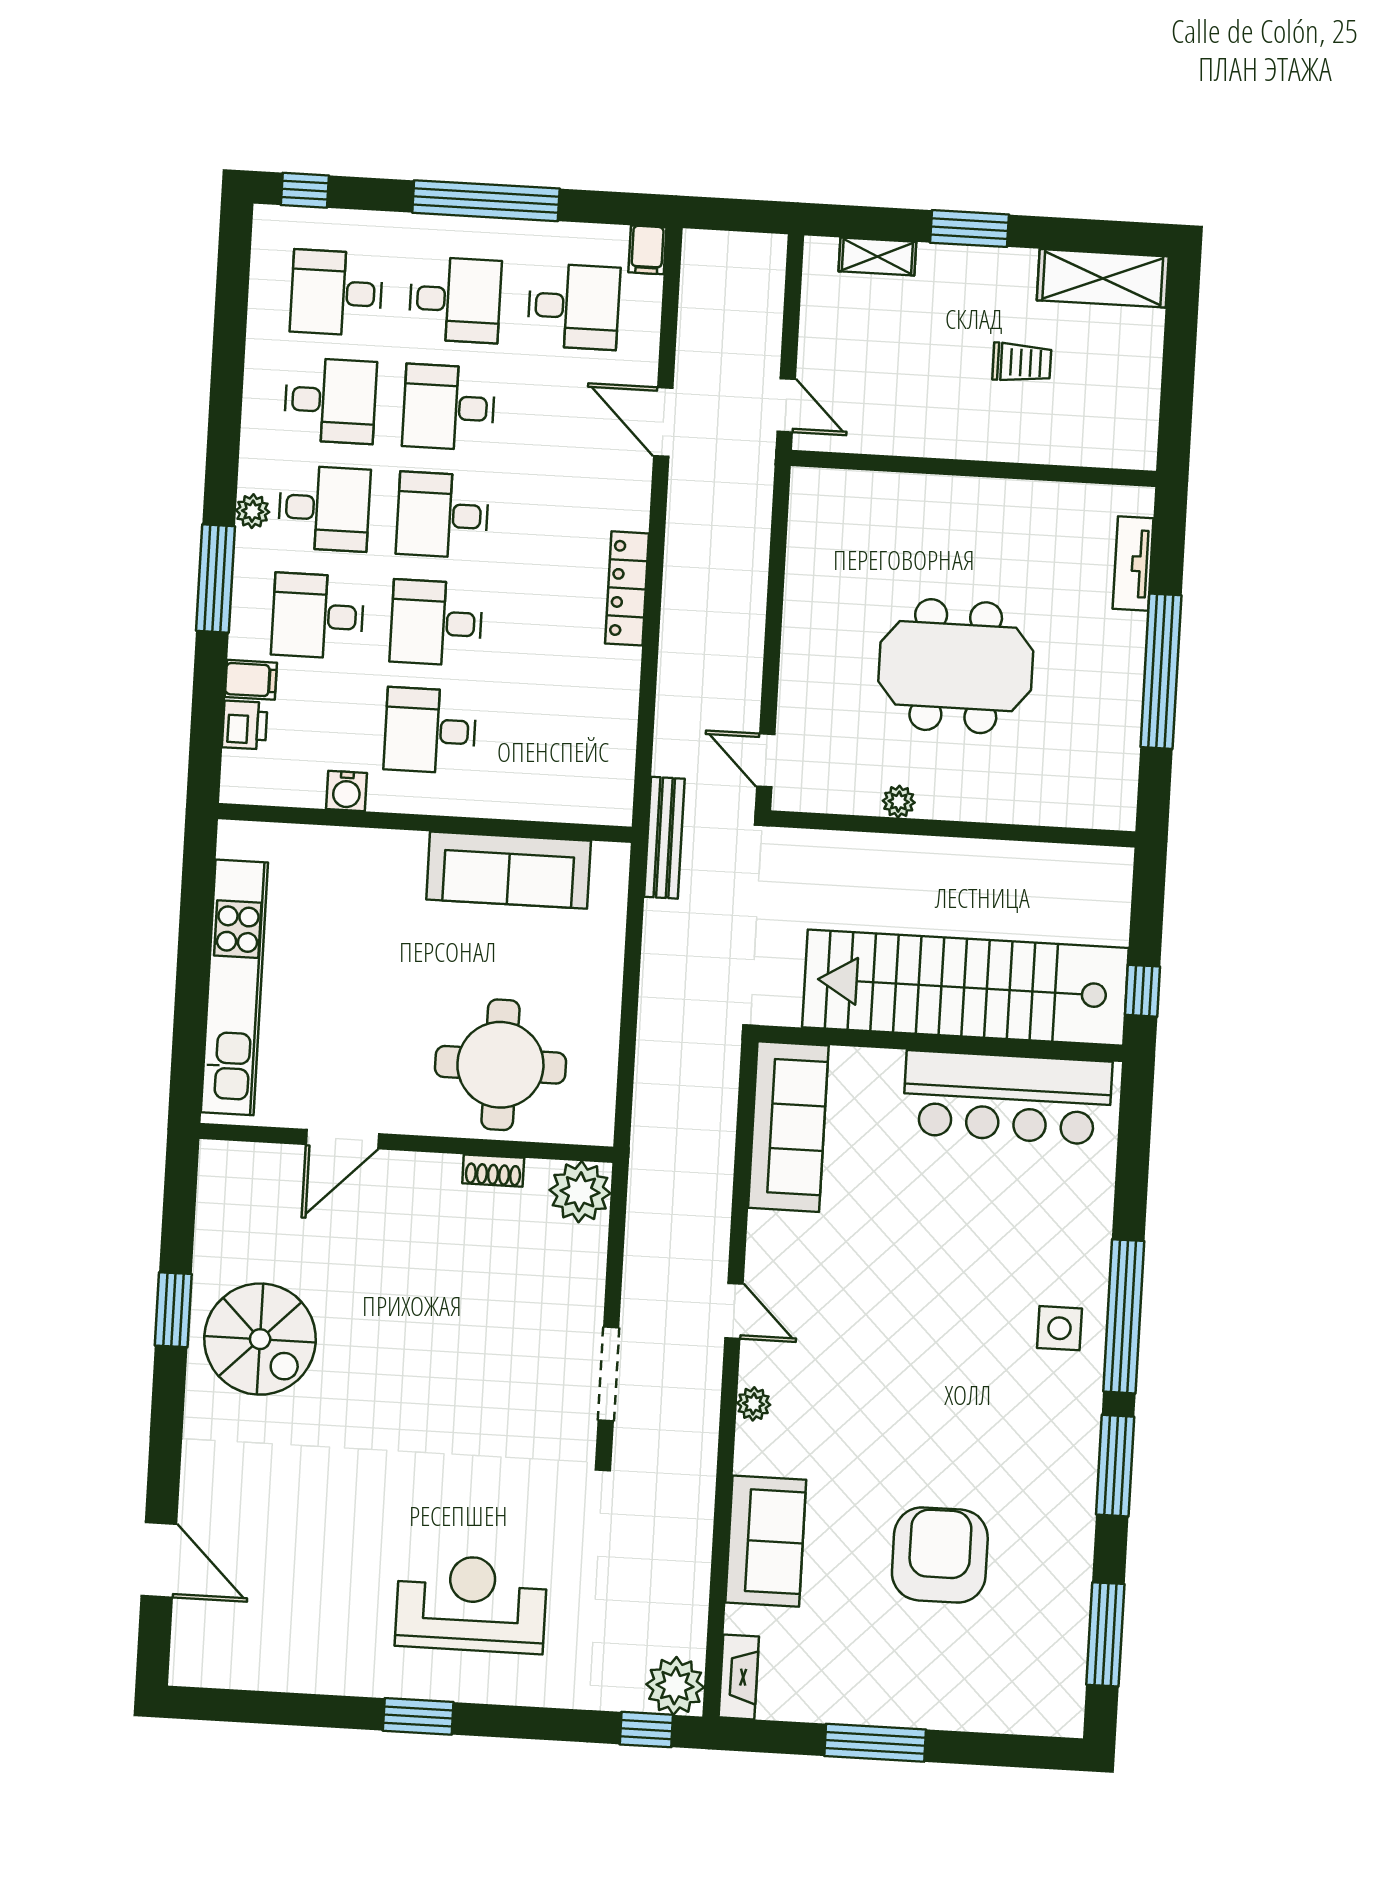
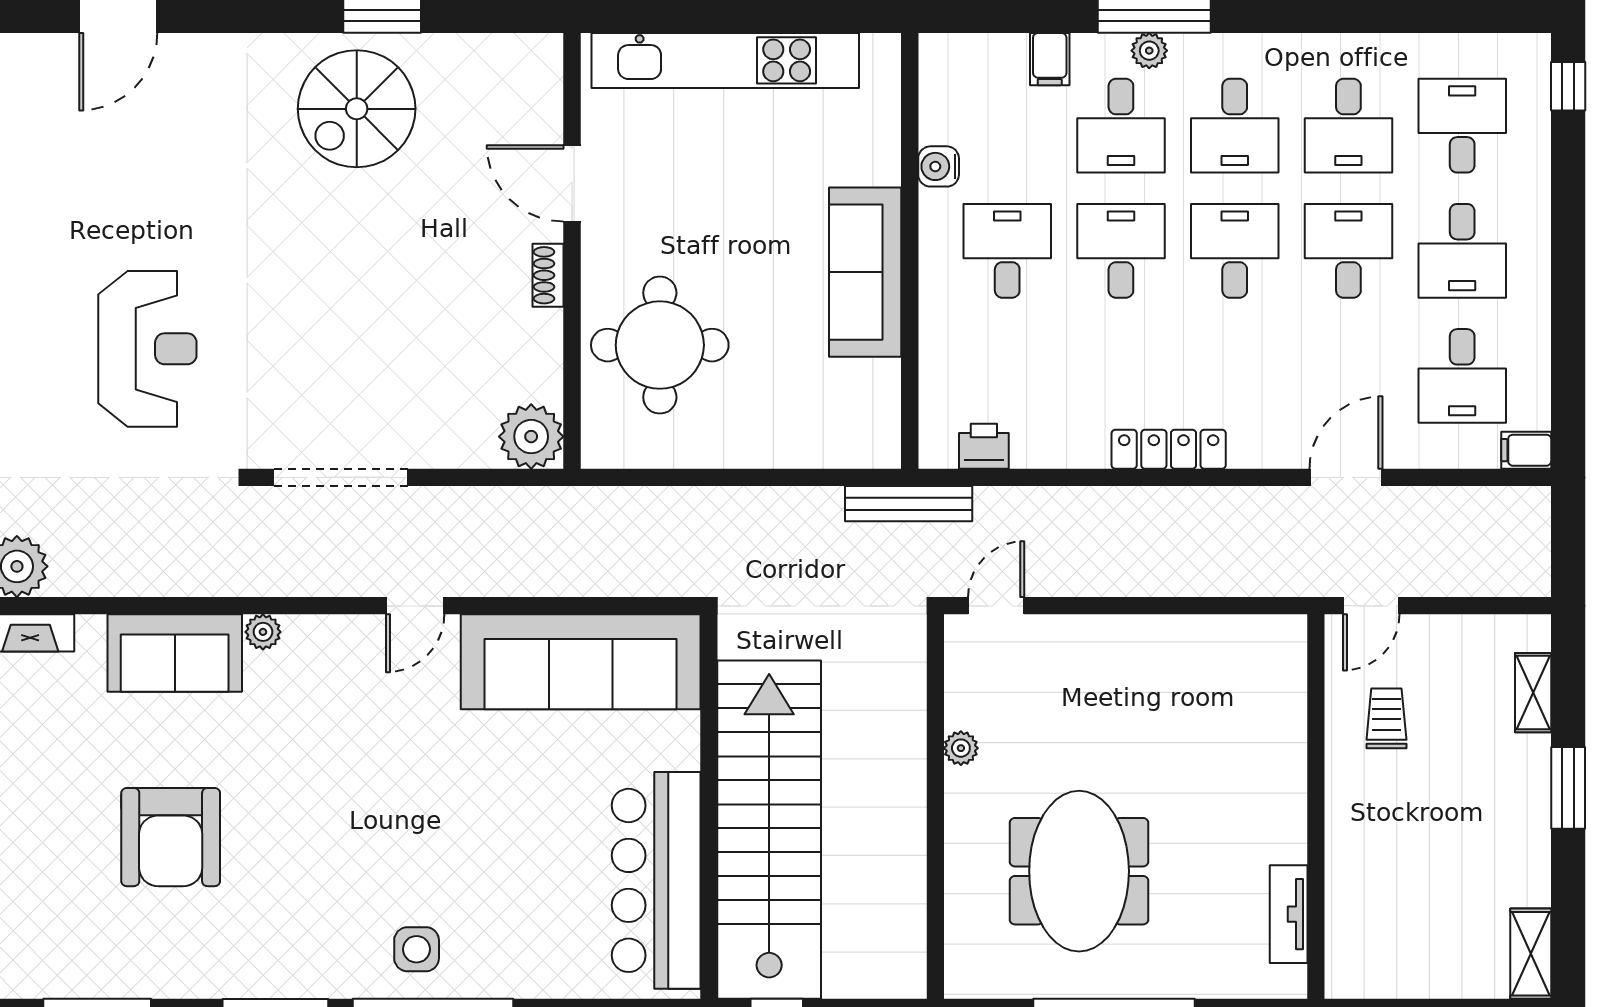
window: (486, 201) -> (1568, 277), removed
shelving: (1103, 278) -> (1531, 954), width x0.67, depth x0.75
trolley: (1022, 363) -> (1386, 718), moved, turned 180
plant: (253, 511) -> (1149, 51), moved
tv unit: (1133, 563) -> (1289, 914), moved, turned -90
desk: (318, 616) -> (1121, 126), turned 180
meeting table: (956, 666) -> (1079, 871), moved
printer: (245, 725) -> (984, 446), moved, turned 180
sofa: (509, 870) -> (865, 272), moved
sofa: (788, 1127) -> (581, 662), width x1.36, depth x1.27
shoe rack: (493, 1171) -> (548, 275), moved
doorway: (608, 1374) -> (341, 477), width x1.36
plant: (754, 1404) -> (263, 632), moved
armchair: (940, 1555) -> (171, 837), turned 90
reception desk: (471, 1604) -> (147, 349), moved

